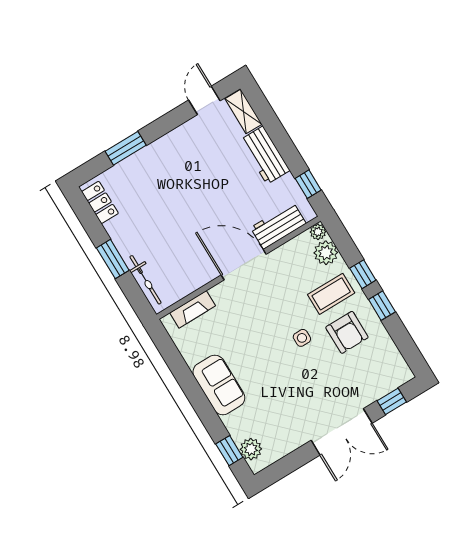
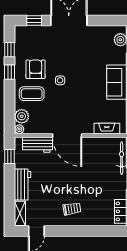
window: (126, 148) -> (91, 231), removed
trolley: (173, 163) -> (72, 209), added
window: (363, 274) -> (10, 50), moved

